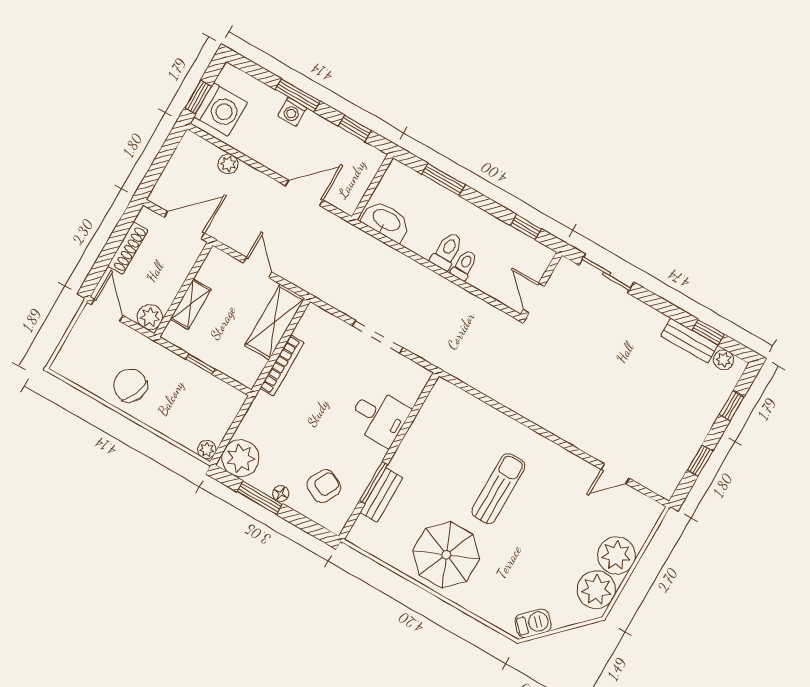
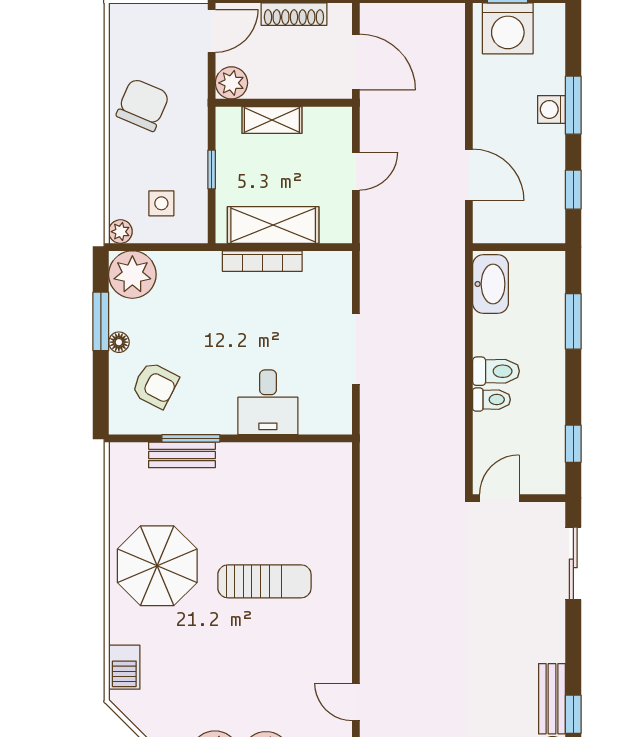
plant: (228, 164) -> (452, 71), removed
shelving: (275, 322) -> (273, 225), moved
side table: (204, 411) -> (161, 203), added
barbecue: (533, 623) -> (124, 667), moved, turned 45

